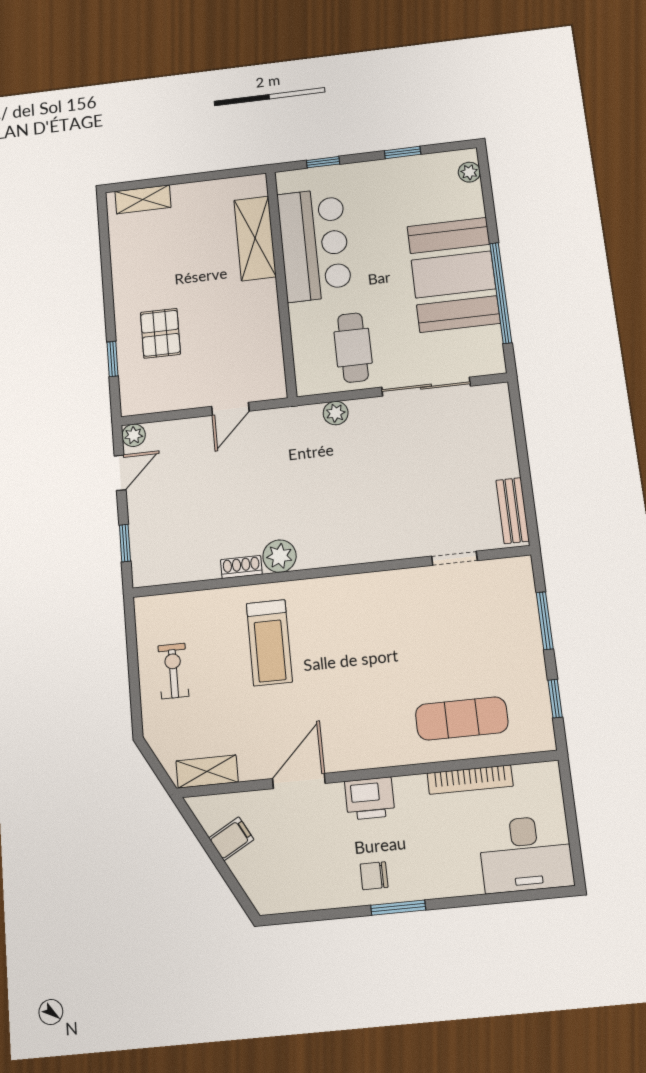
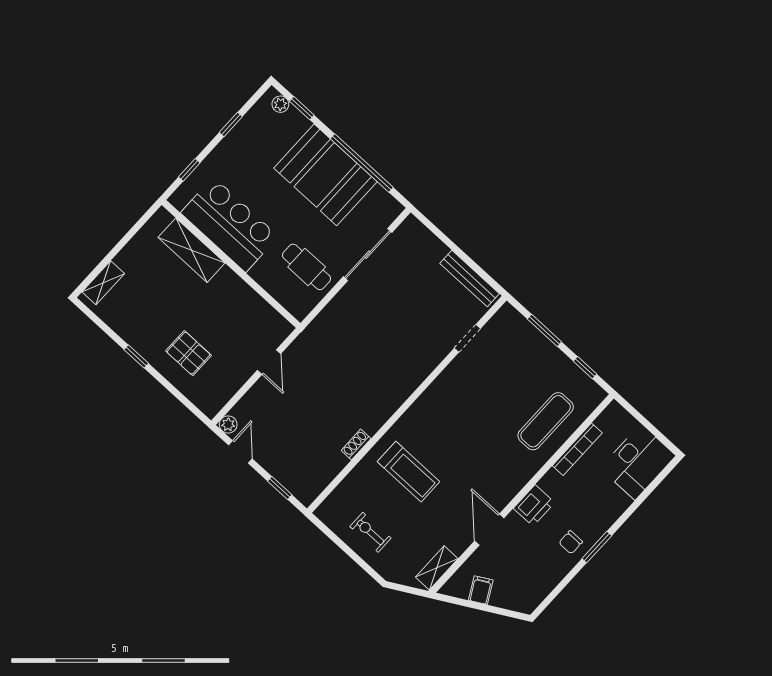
window: (487, 193) -> (302, 108), added
window: (112, 359) -> (136, 357), moved
plant: (336, 413) -> (331, 313), removed
bench: (513, 511) -> (470, 278), width x1.36
plant: (280, 556) -> (372, 420), removed

